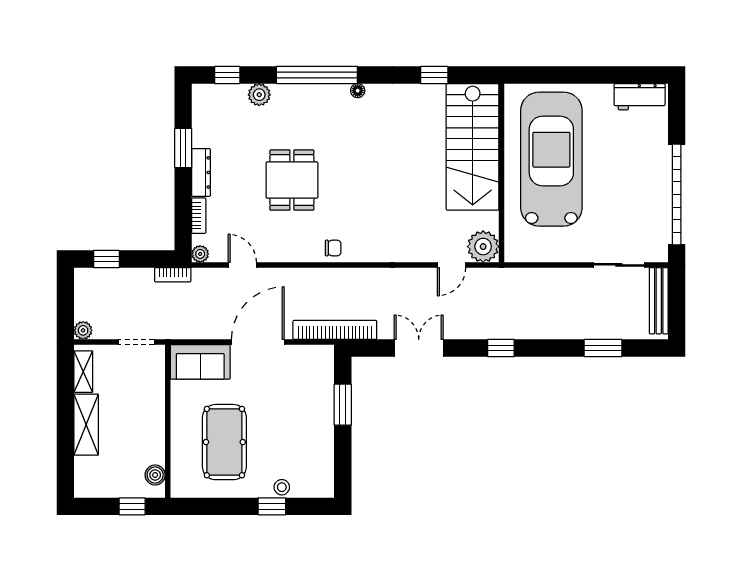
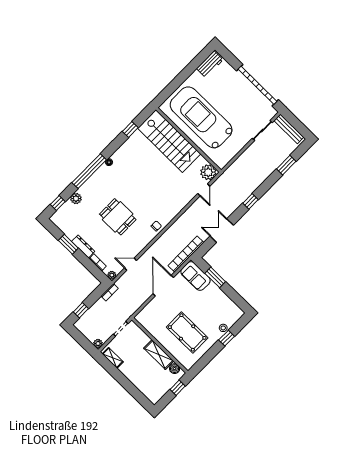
sofa: (200, 362) -> (195, 276), moved, turned 90
shelving: (86, 425) -> (159, 355), moved

